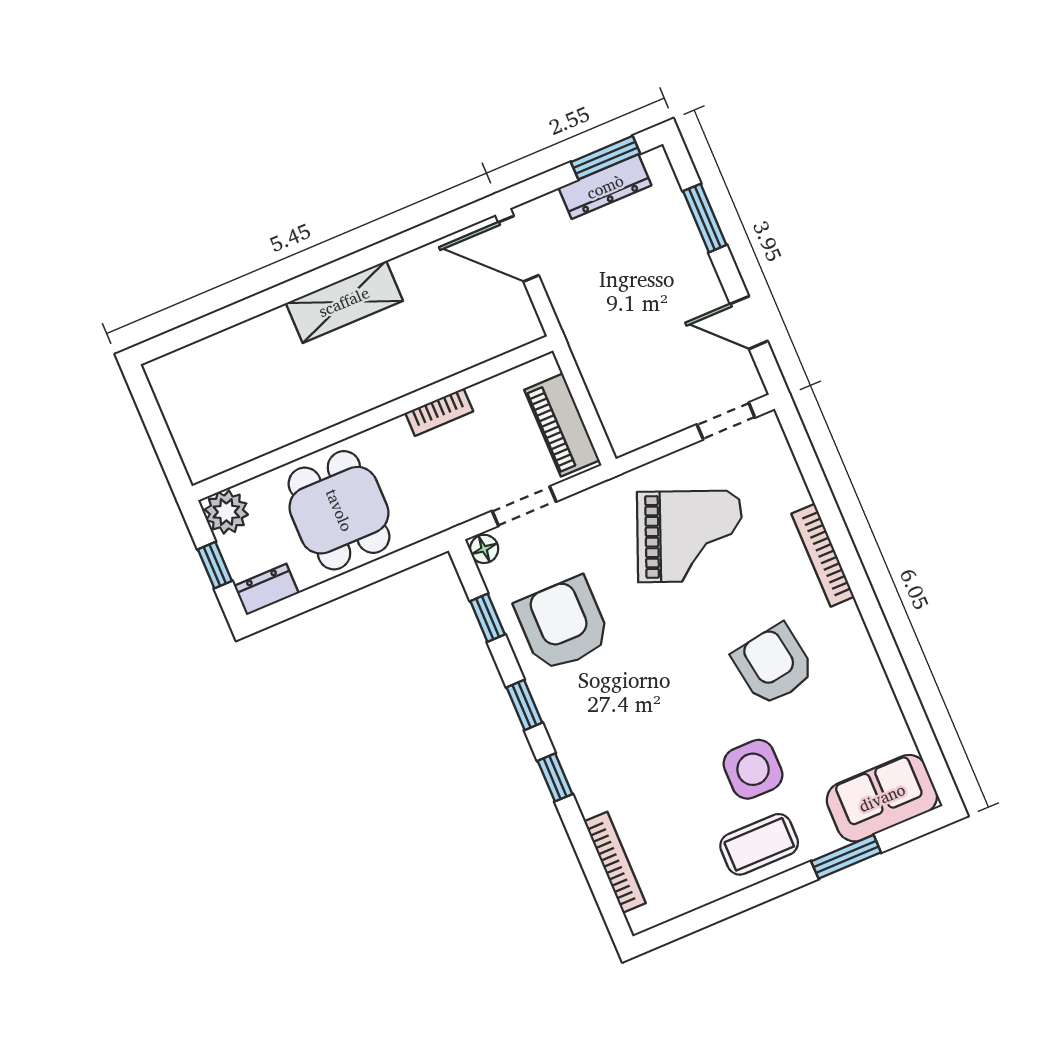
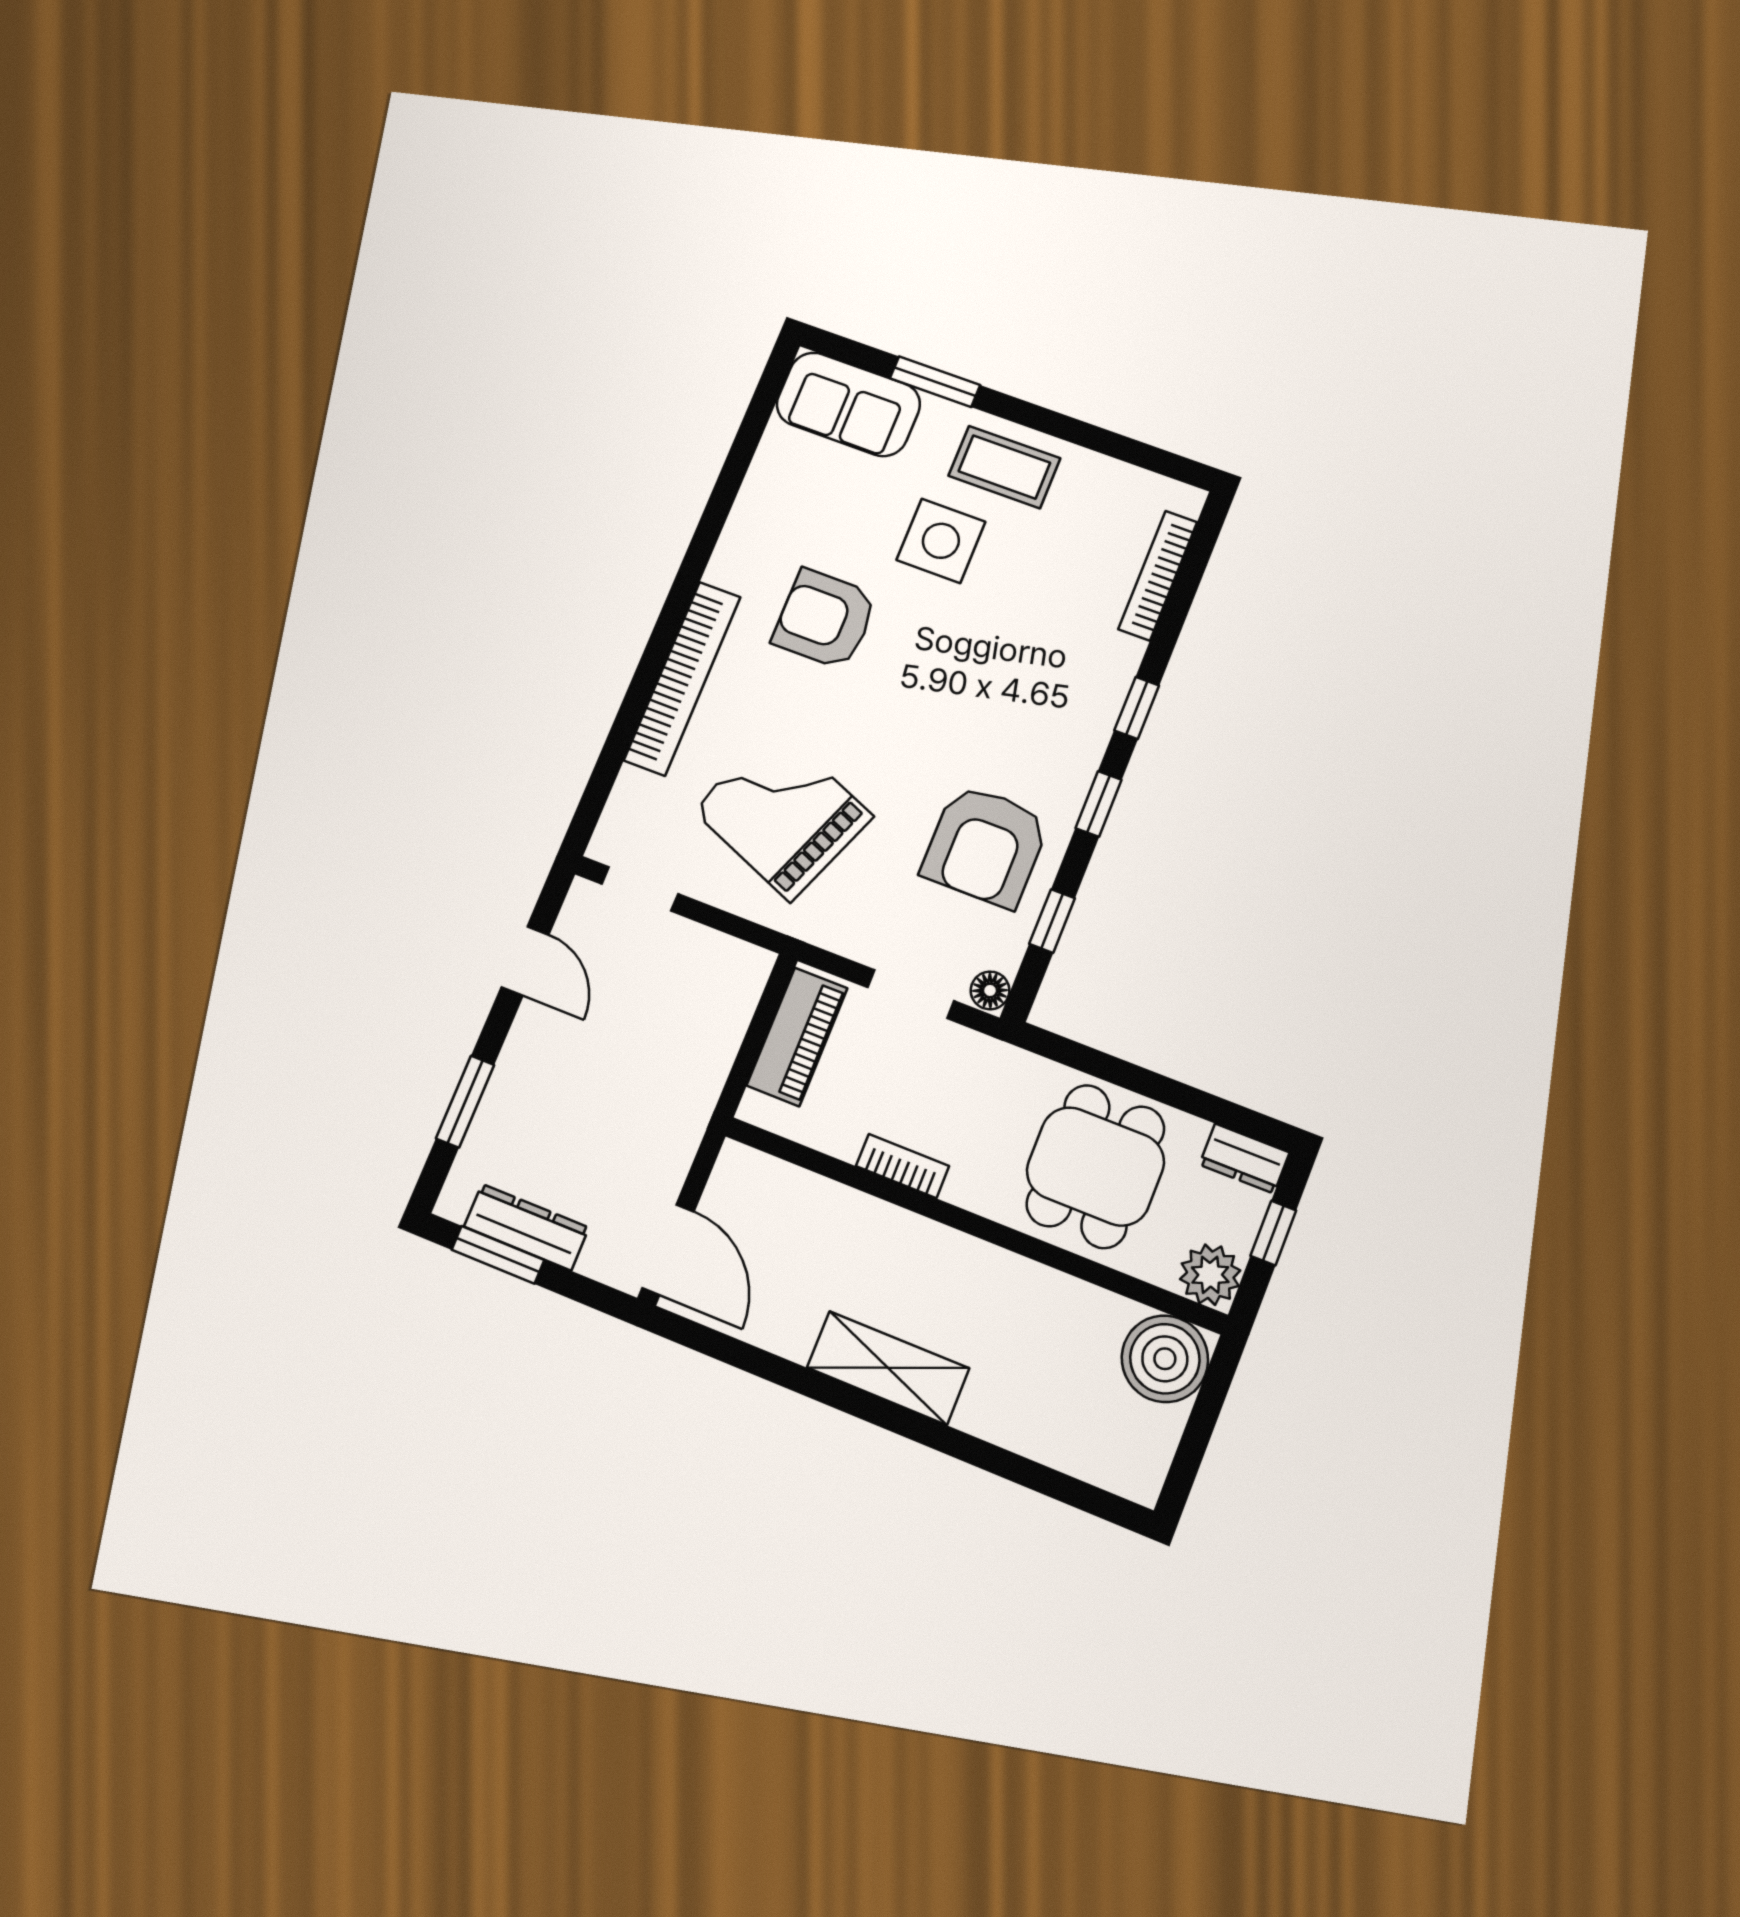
boiler: (208, 446) -> (1165, 1359), added
bookcase: (823, 555) -> (682, 679), width x1.48, depth x1.31
armchair: (773, 665) -> (825, 619), turned 99

